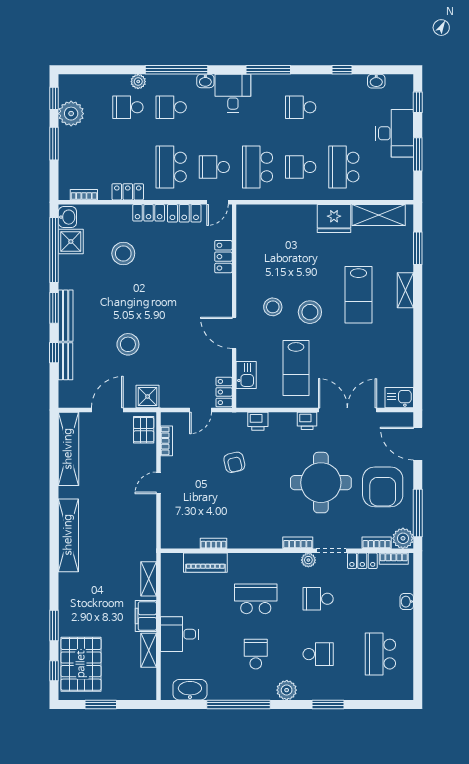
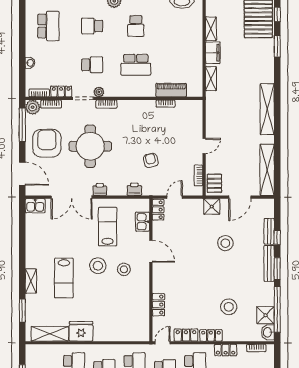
lab bench: (358, 295) -> (64, 278), turned 180
desk: (179, 634) -> (189, 40), removed

